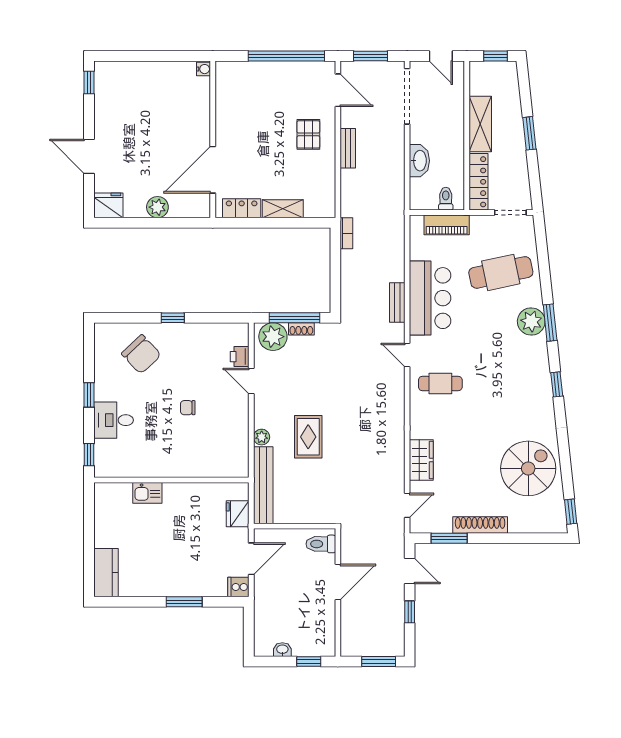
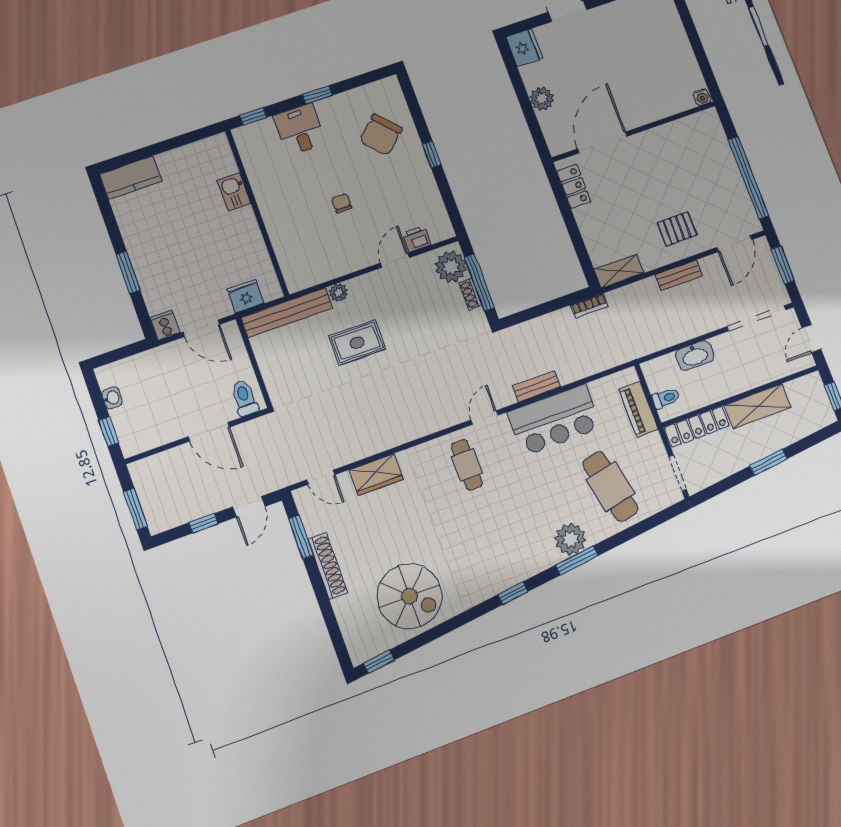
door: (213, 170) -> (602, 142), hinge flipped
shelving: (283, 209) -> (619, 271), moved, turned 90

